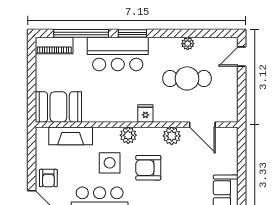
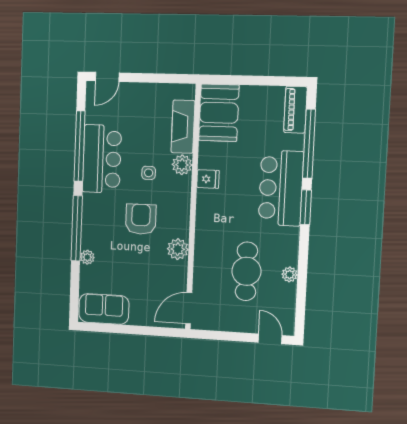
fridge: (145, 113) -> (208, 179), moved
door: (202, 125) -> (189, 308), moved
plant: (128, 135) -> (182, 165), moved
side table: (110, 163) -> (149, 173), width x0.54, depth x0.54
armchair: (48, 178) -> (133, 98), removed

